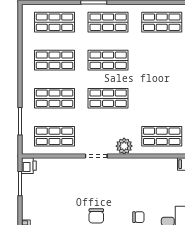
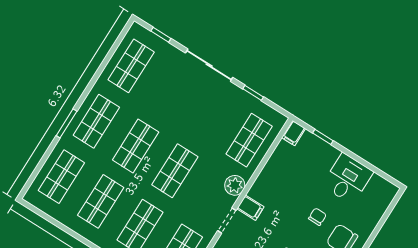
filing cabinet: (115, 167) -> (250, 208), added

